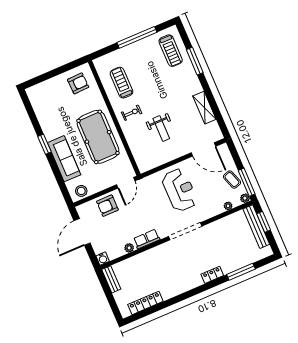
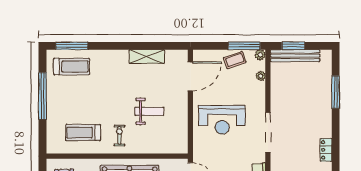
window: (195, 61) -> (72, 46), moved
reception desk: (180, 190) -> (222, 120), turned 180
locker: (212, 275) -> (326, 150), moved

